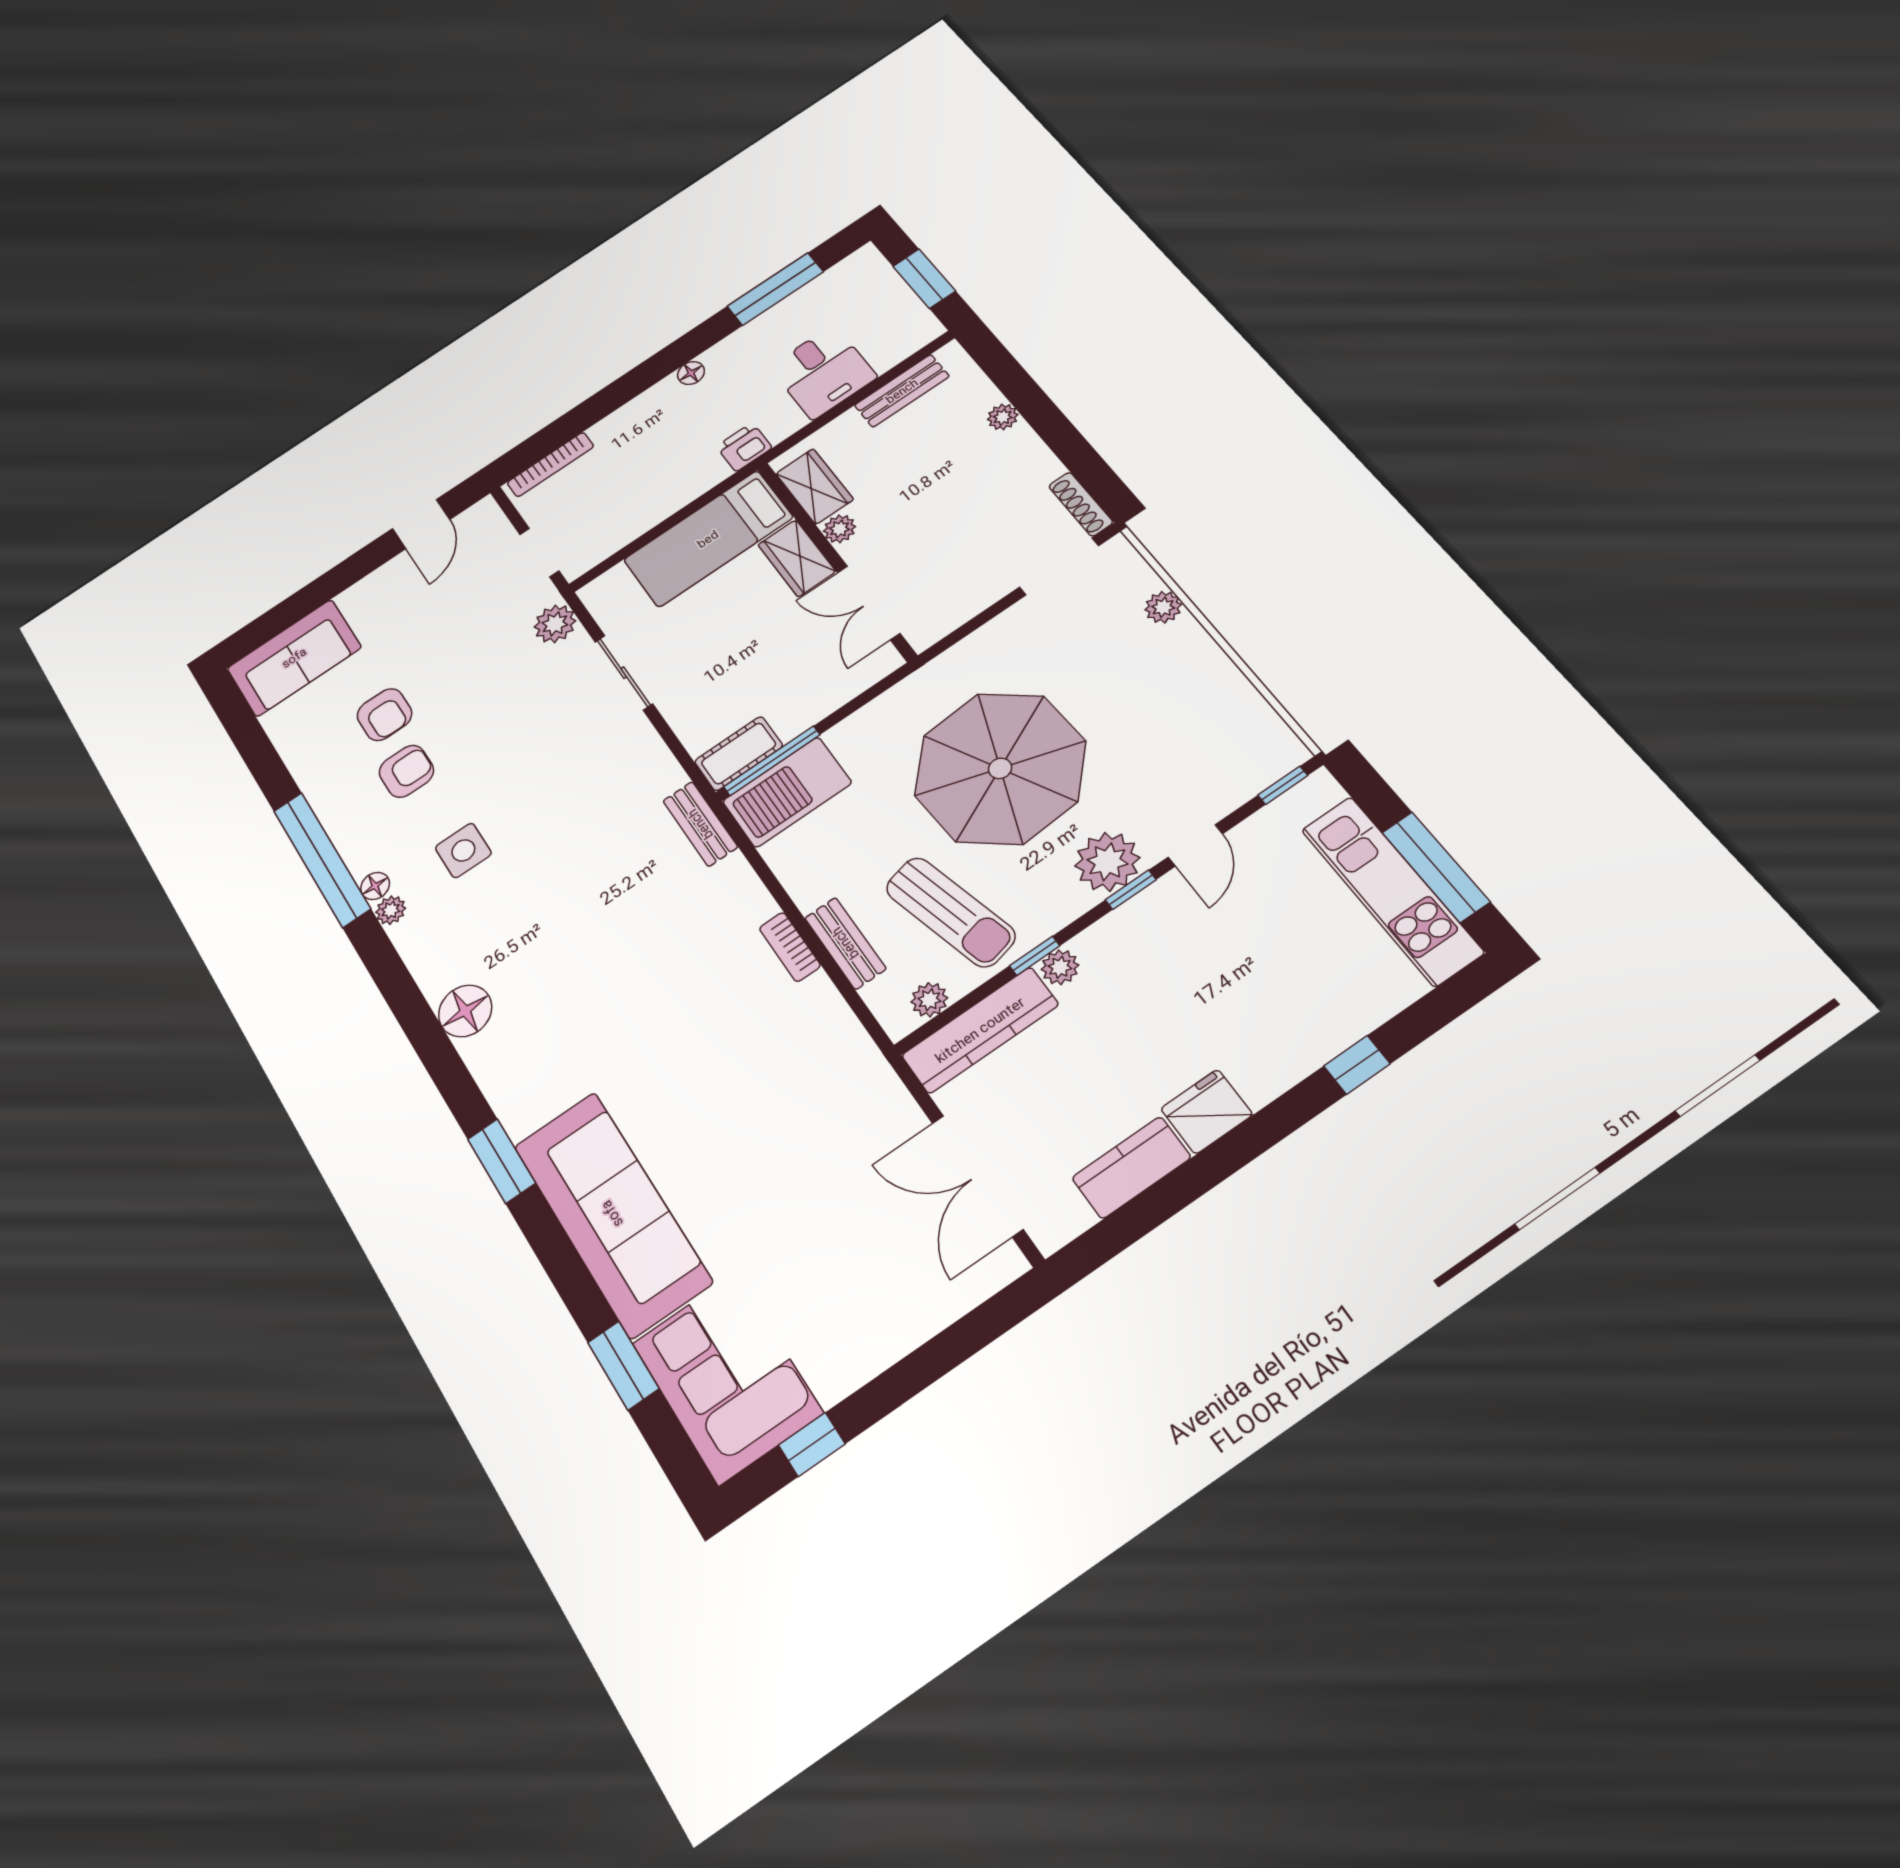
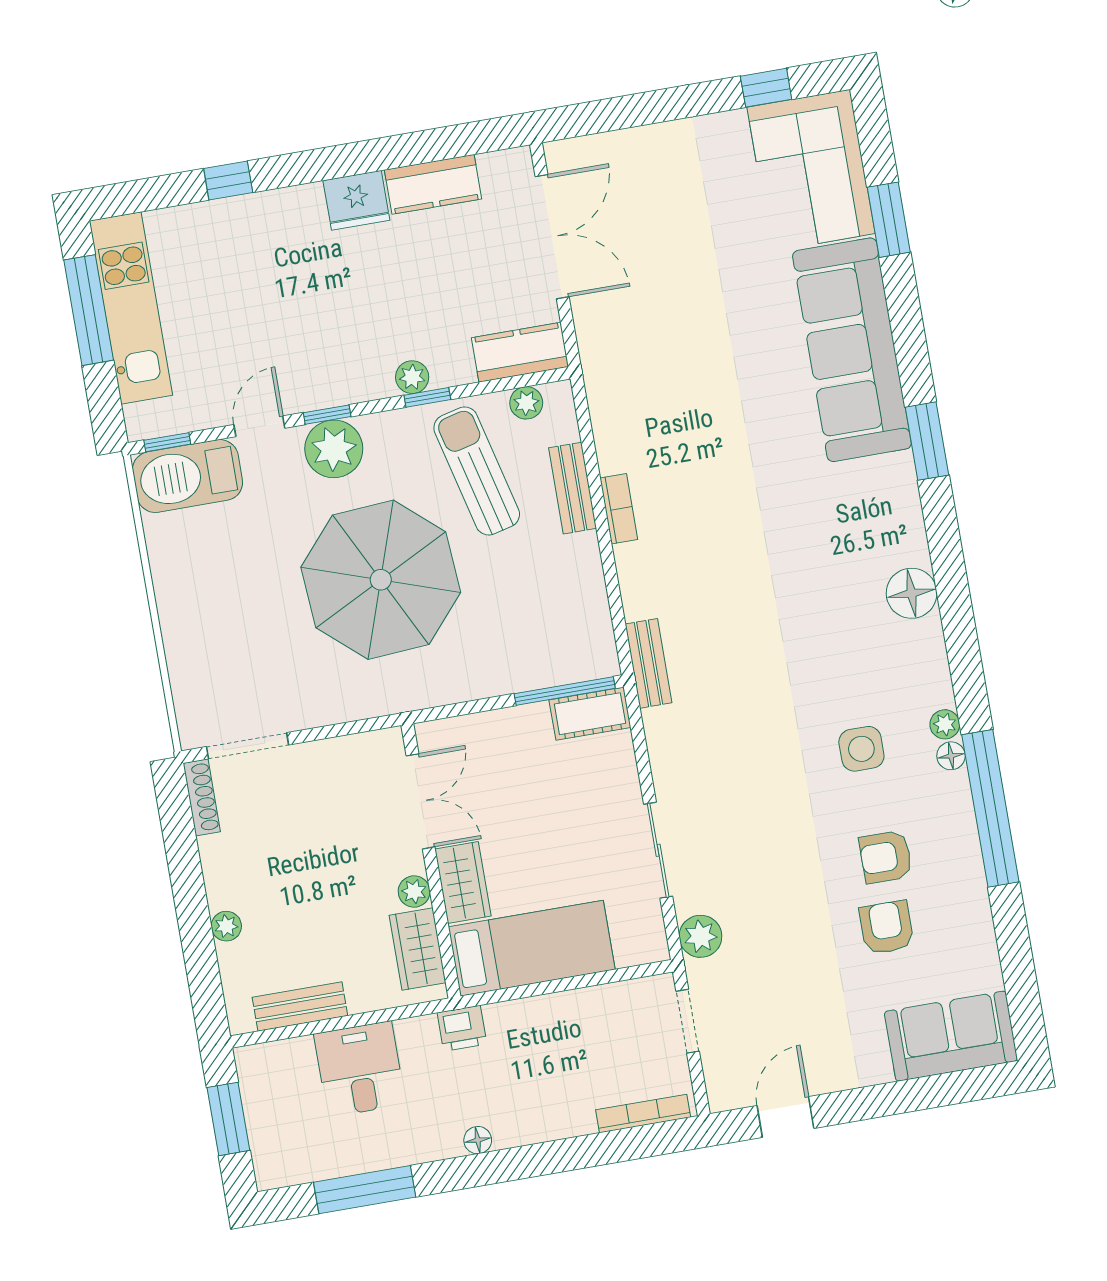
plant: (1163, 607) -> (182, 658), removed
barbecue: (787, 792) -> (188, 476), moved, turned 180
kitchen counter: (980, 1030) -> (520, 352), width x0.67

